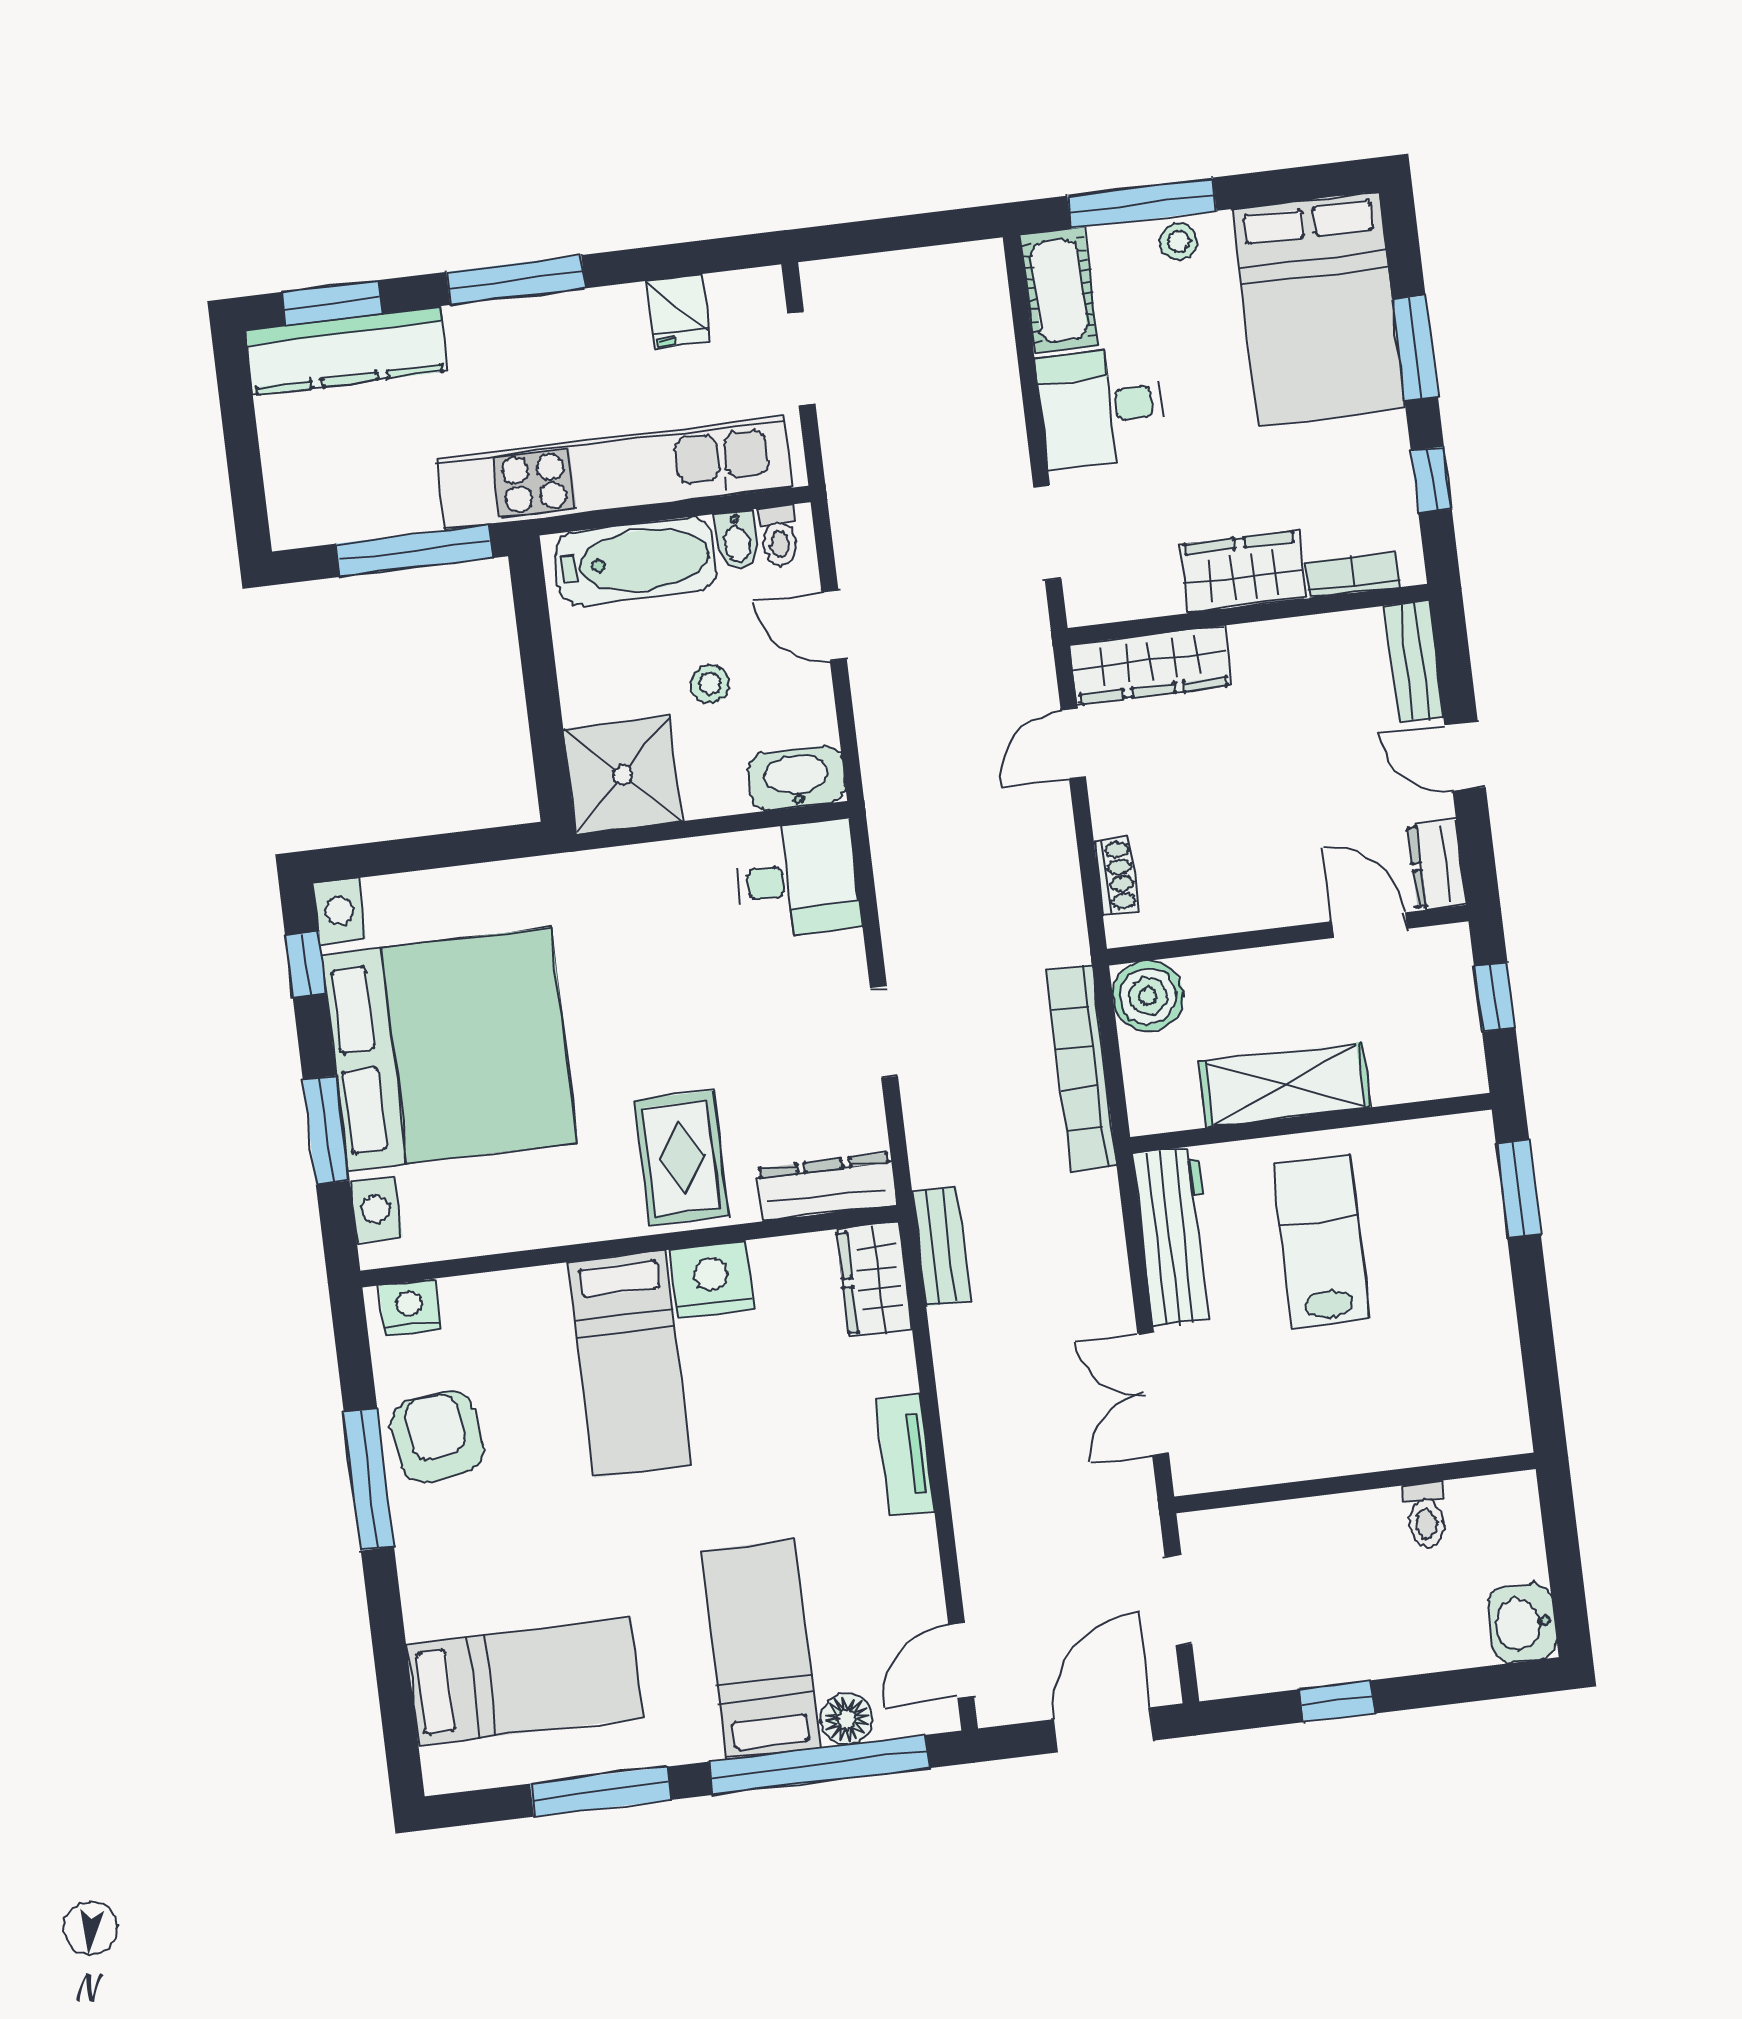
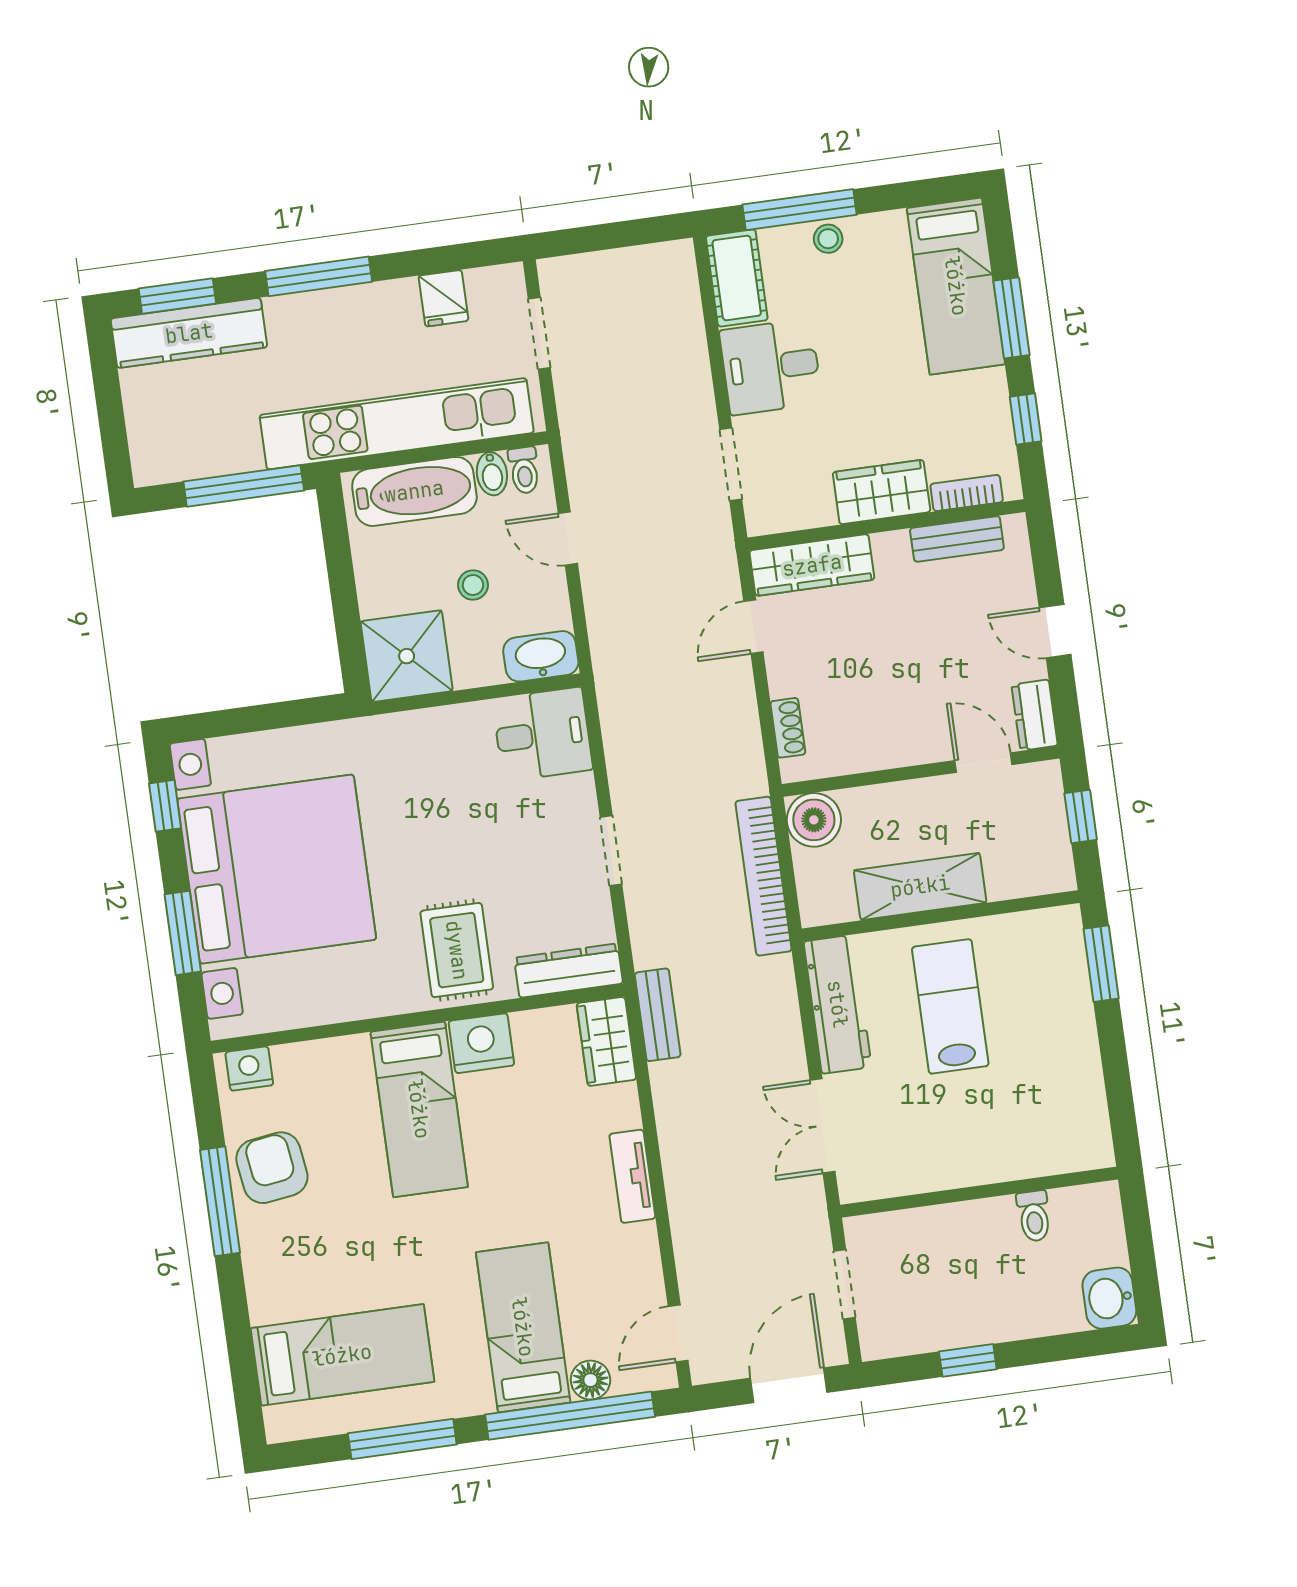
bed: (1319, 309) -> (956, 286), width x0.67
bench: (1414, 661) -> (957, 539), moved, turned 90

